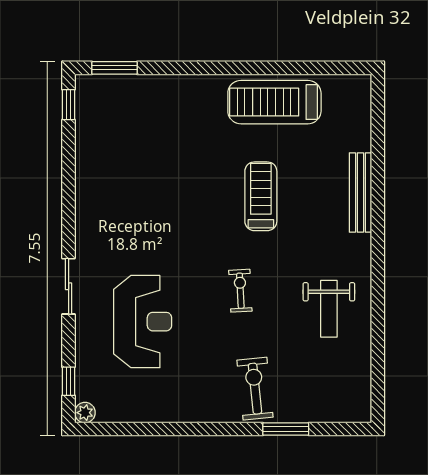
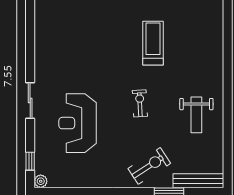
bench: (360, 192) -> (198, 181), moved, turned 90
reception desk: (143, 322) -> (77, 123), turned 180
exercise bike: (255, 389) -> (149, 166), turned 63

